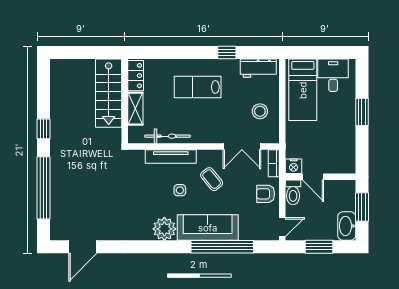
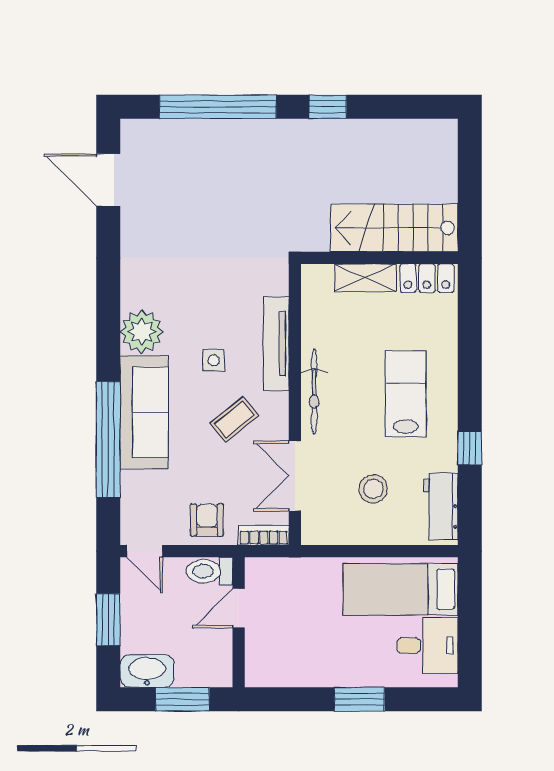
stool: (260, 111) -> (373, 489), moved
bicycle: (167, 136) -> (314, 391), moved
nightstand: (294, 166) -> (258, 572), removed

